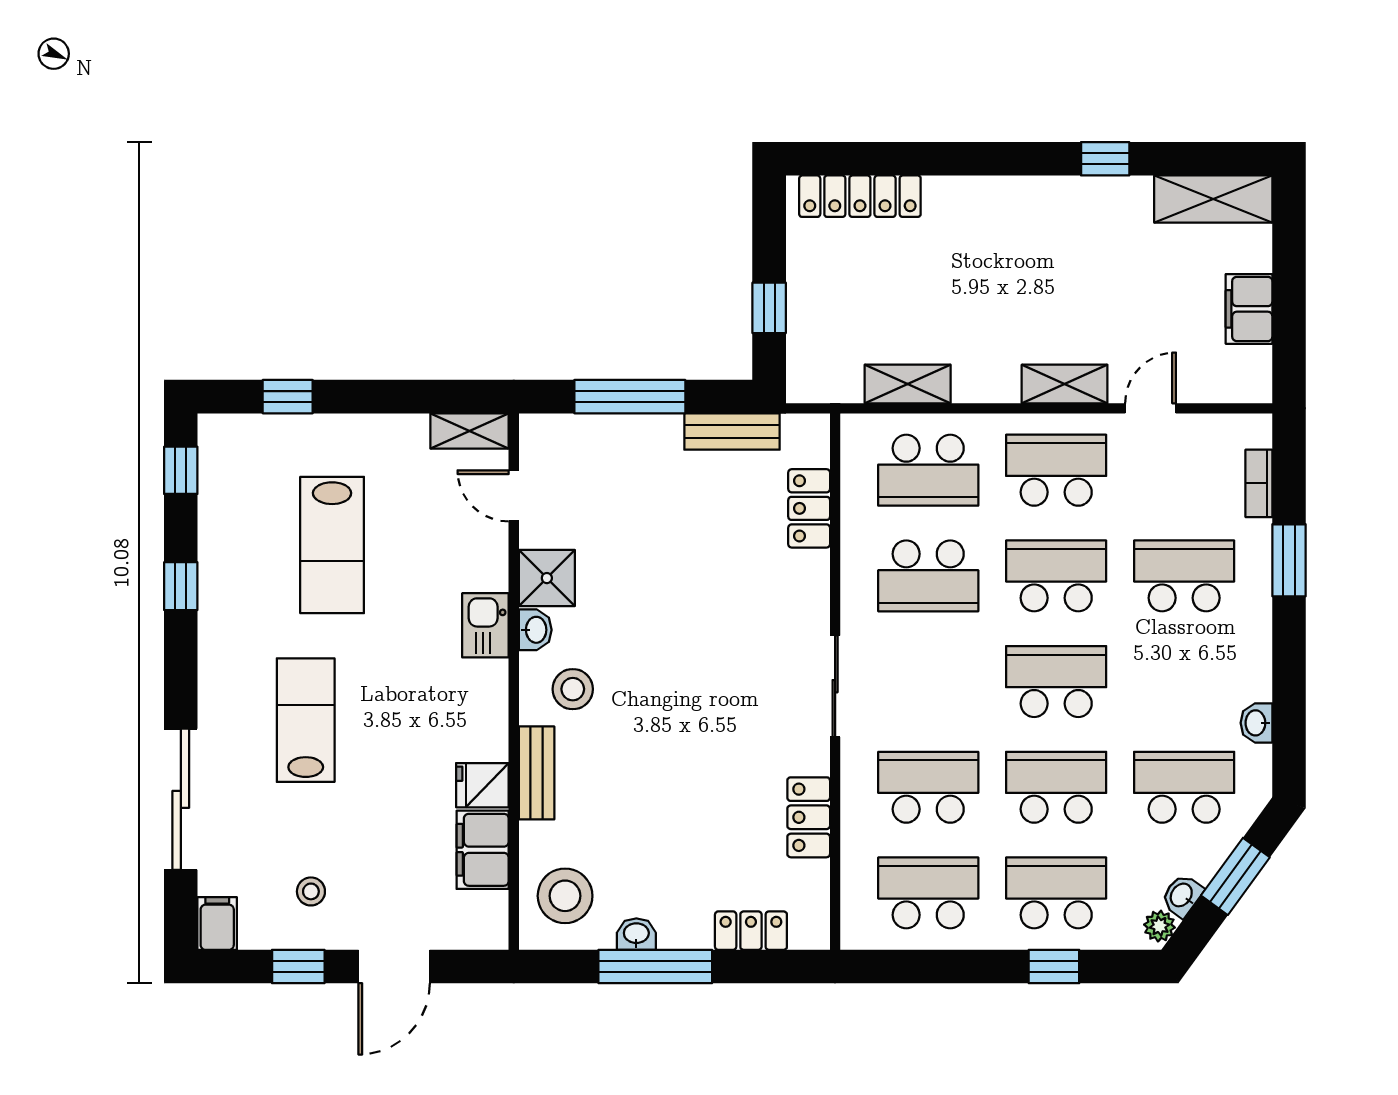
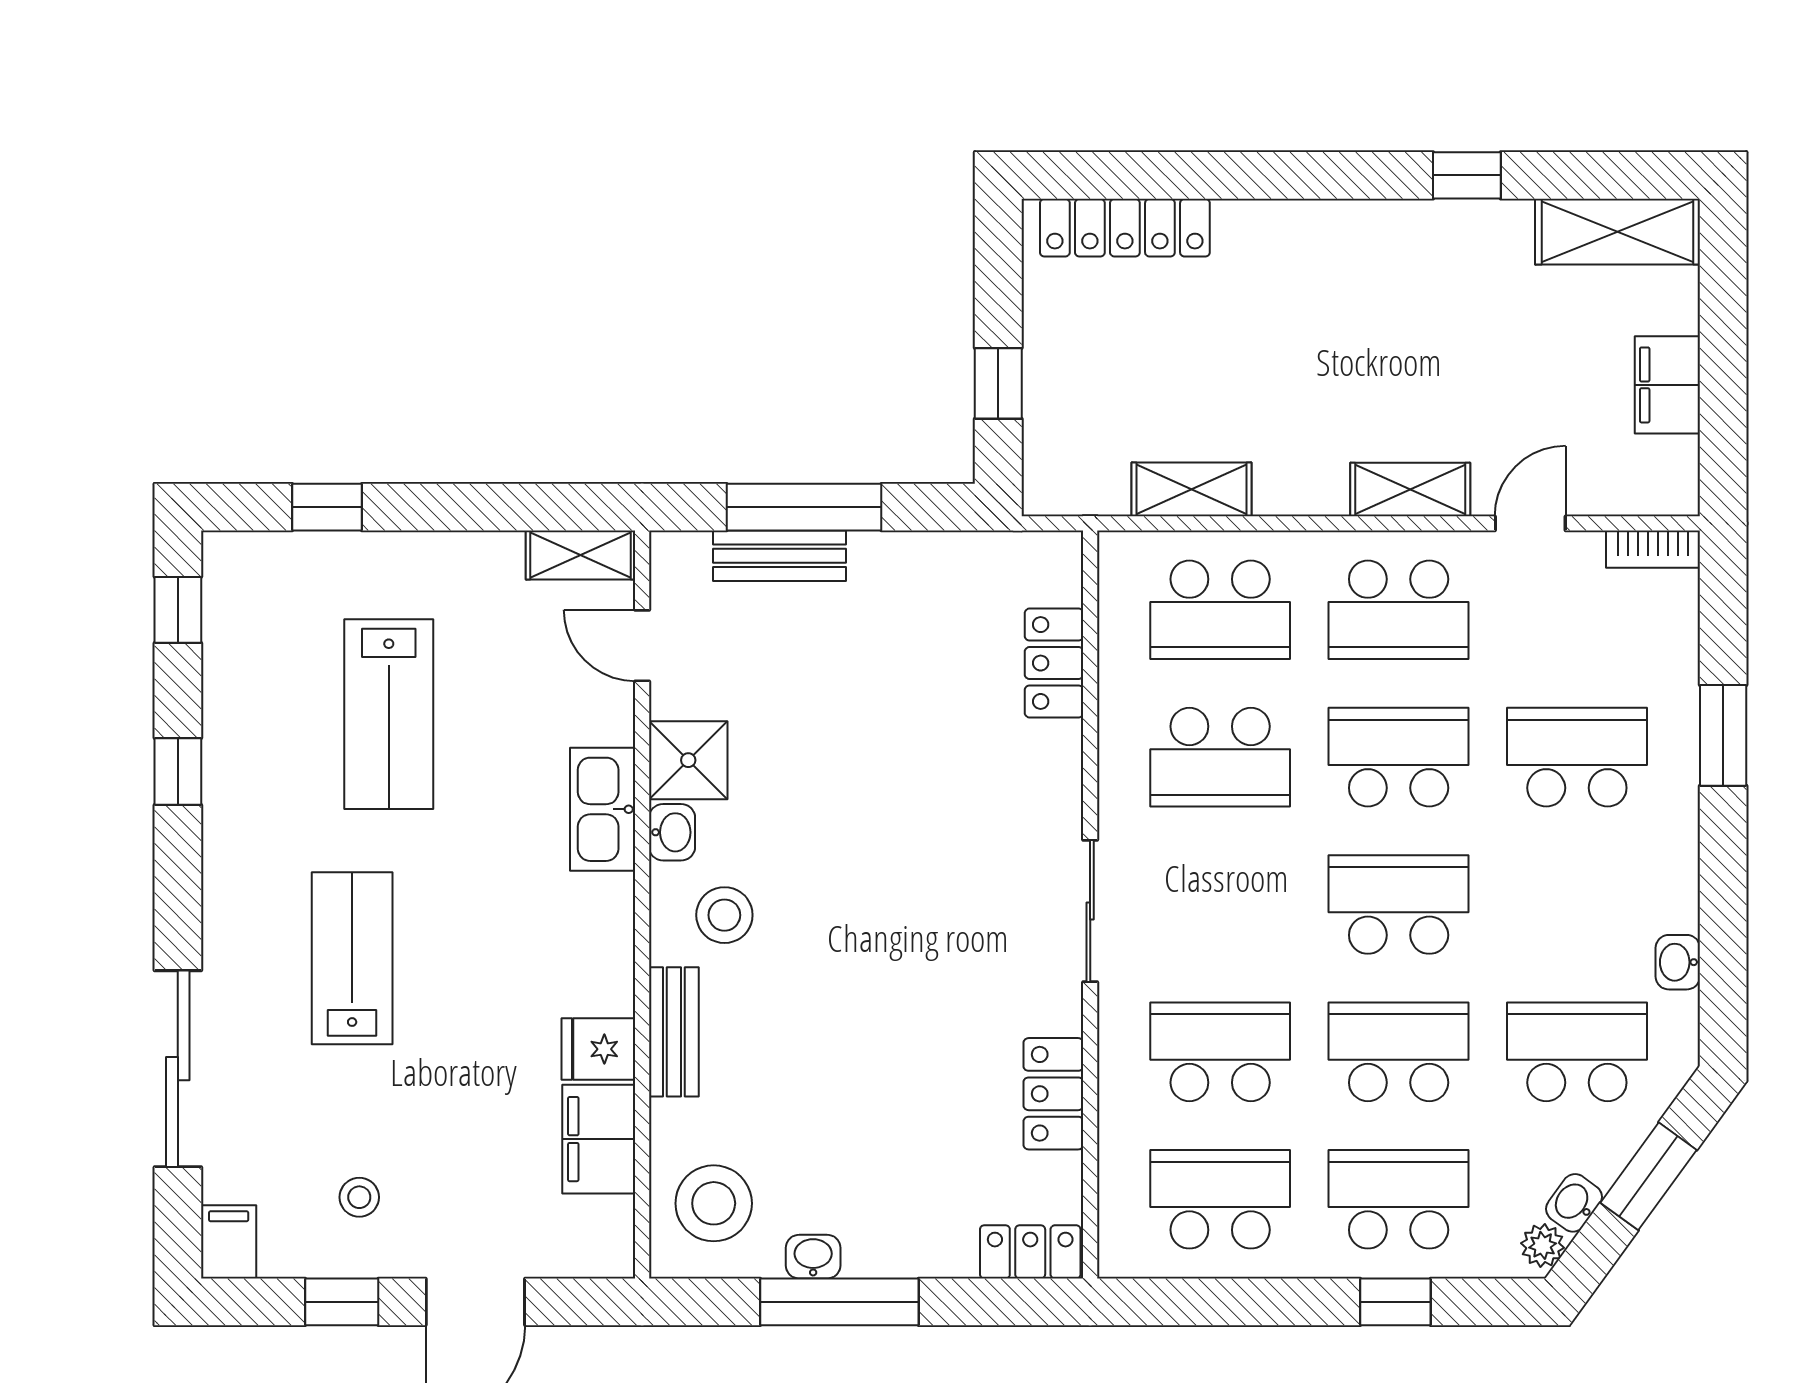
bench: (732, 431) -> (780, 556), moved
school desk: (1056, 470) -> (1399, 610), turned 180
bookcase: (1259, 483) -> (1653, 549), moved, turned -90
kitchen sink: (485, 625) -> (603, 809), width x1.38
locker: (751, 931) -> (1030, 1252), moved

